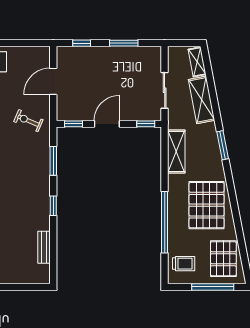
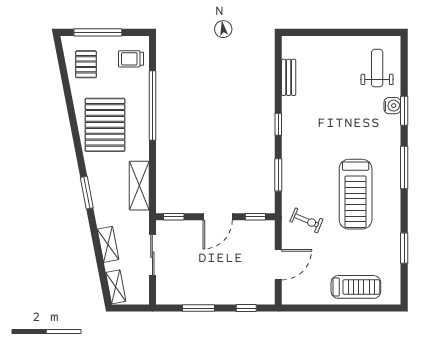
shelving: (202, 100) -> (108, 244), width x0.67, depth x0.75
pallet: (223, 259) -> (86, 64), width x0.67, depth x0.71

